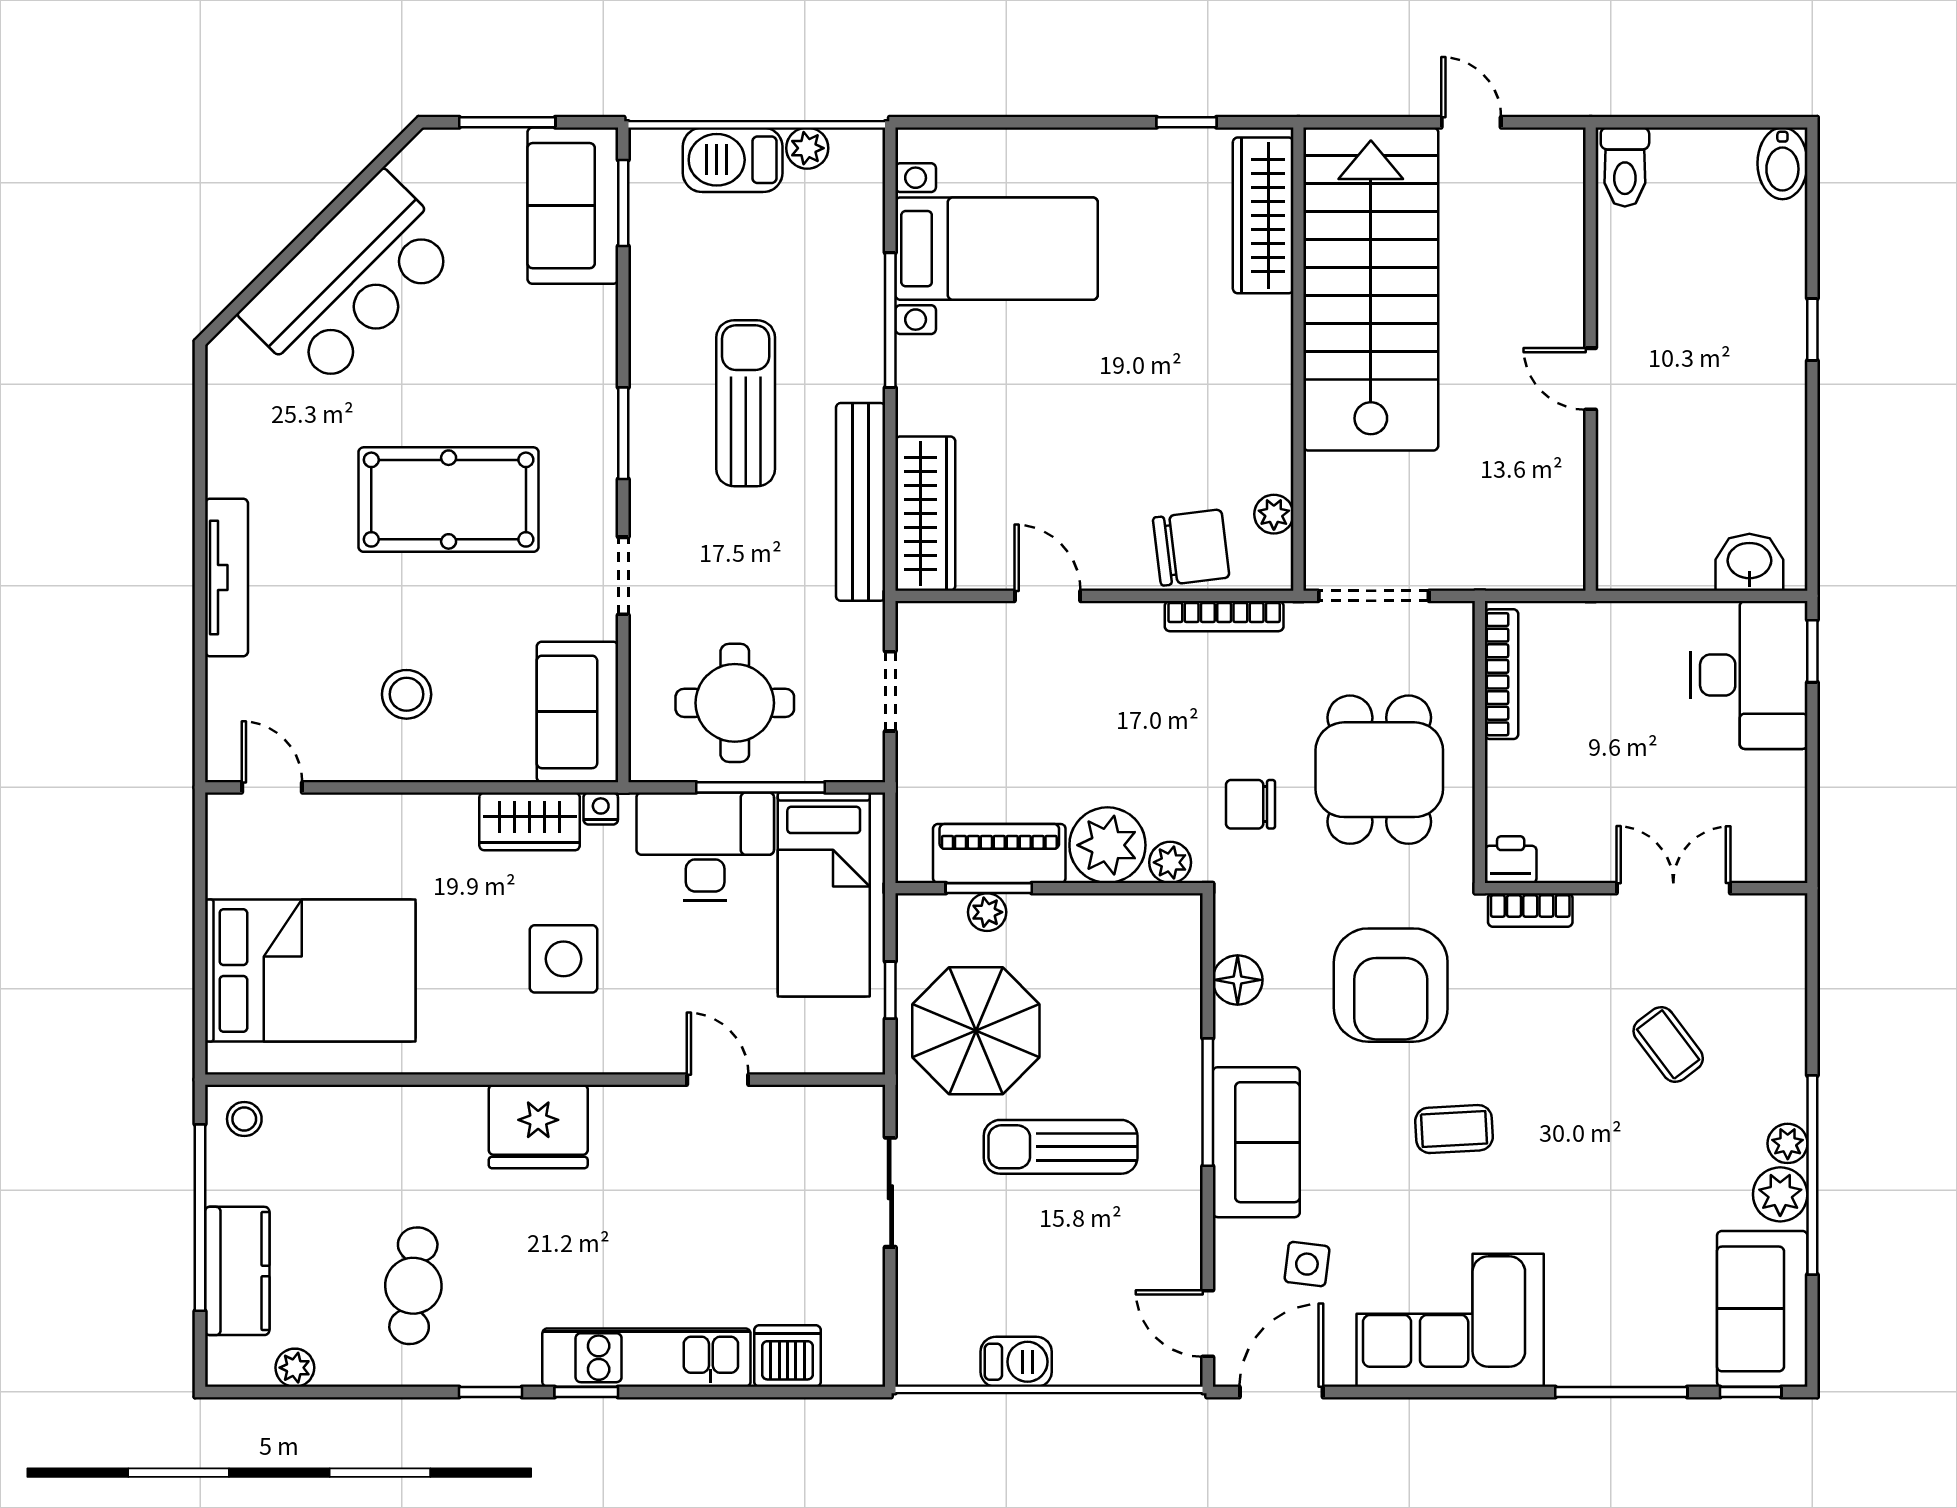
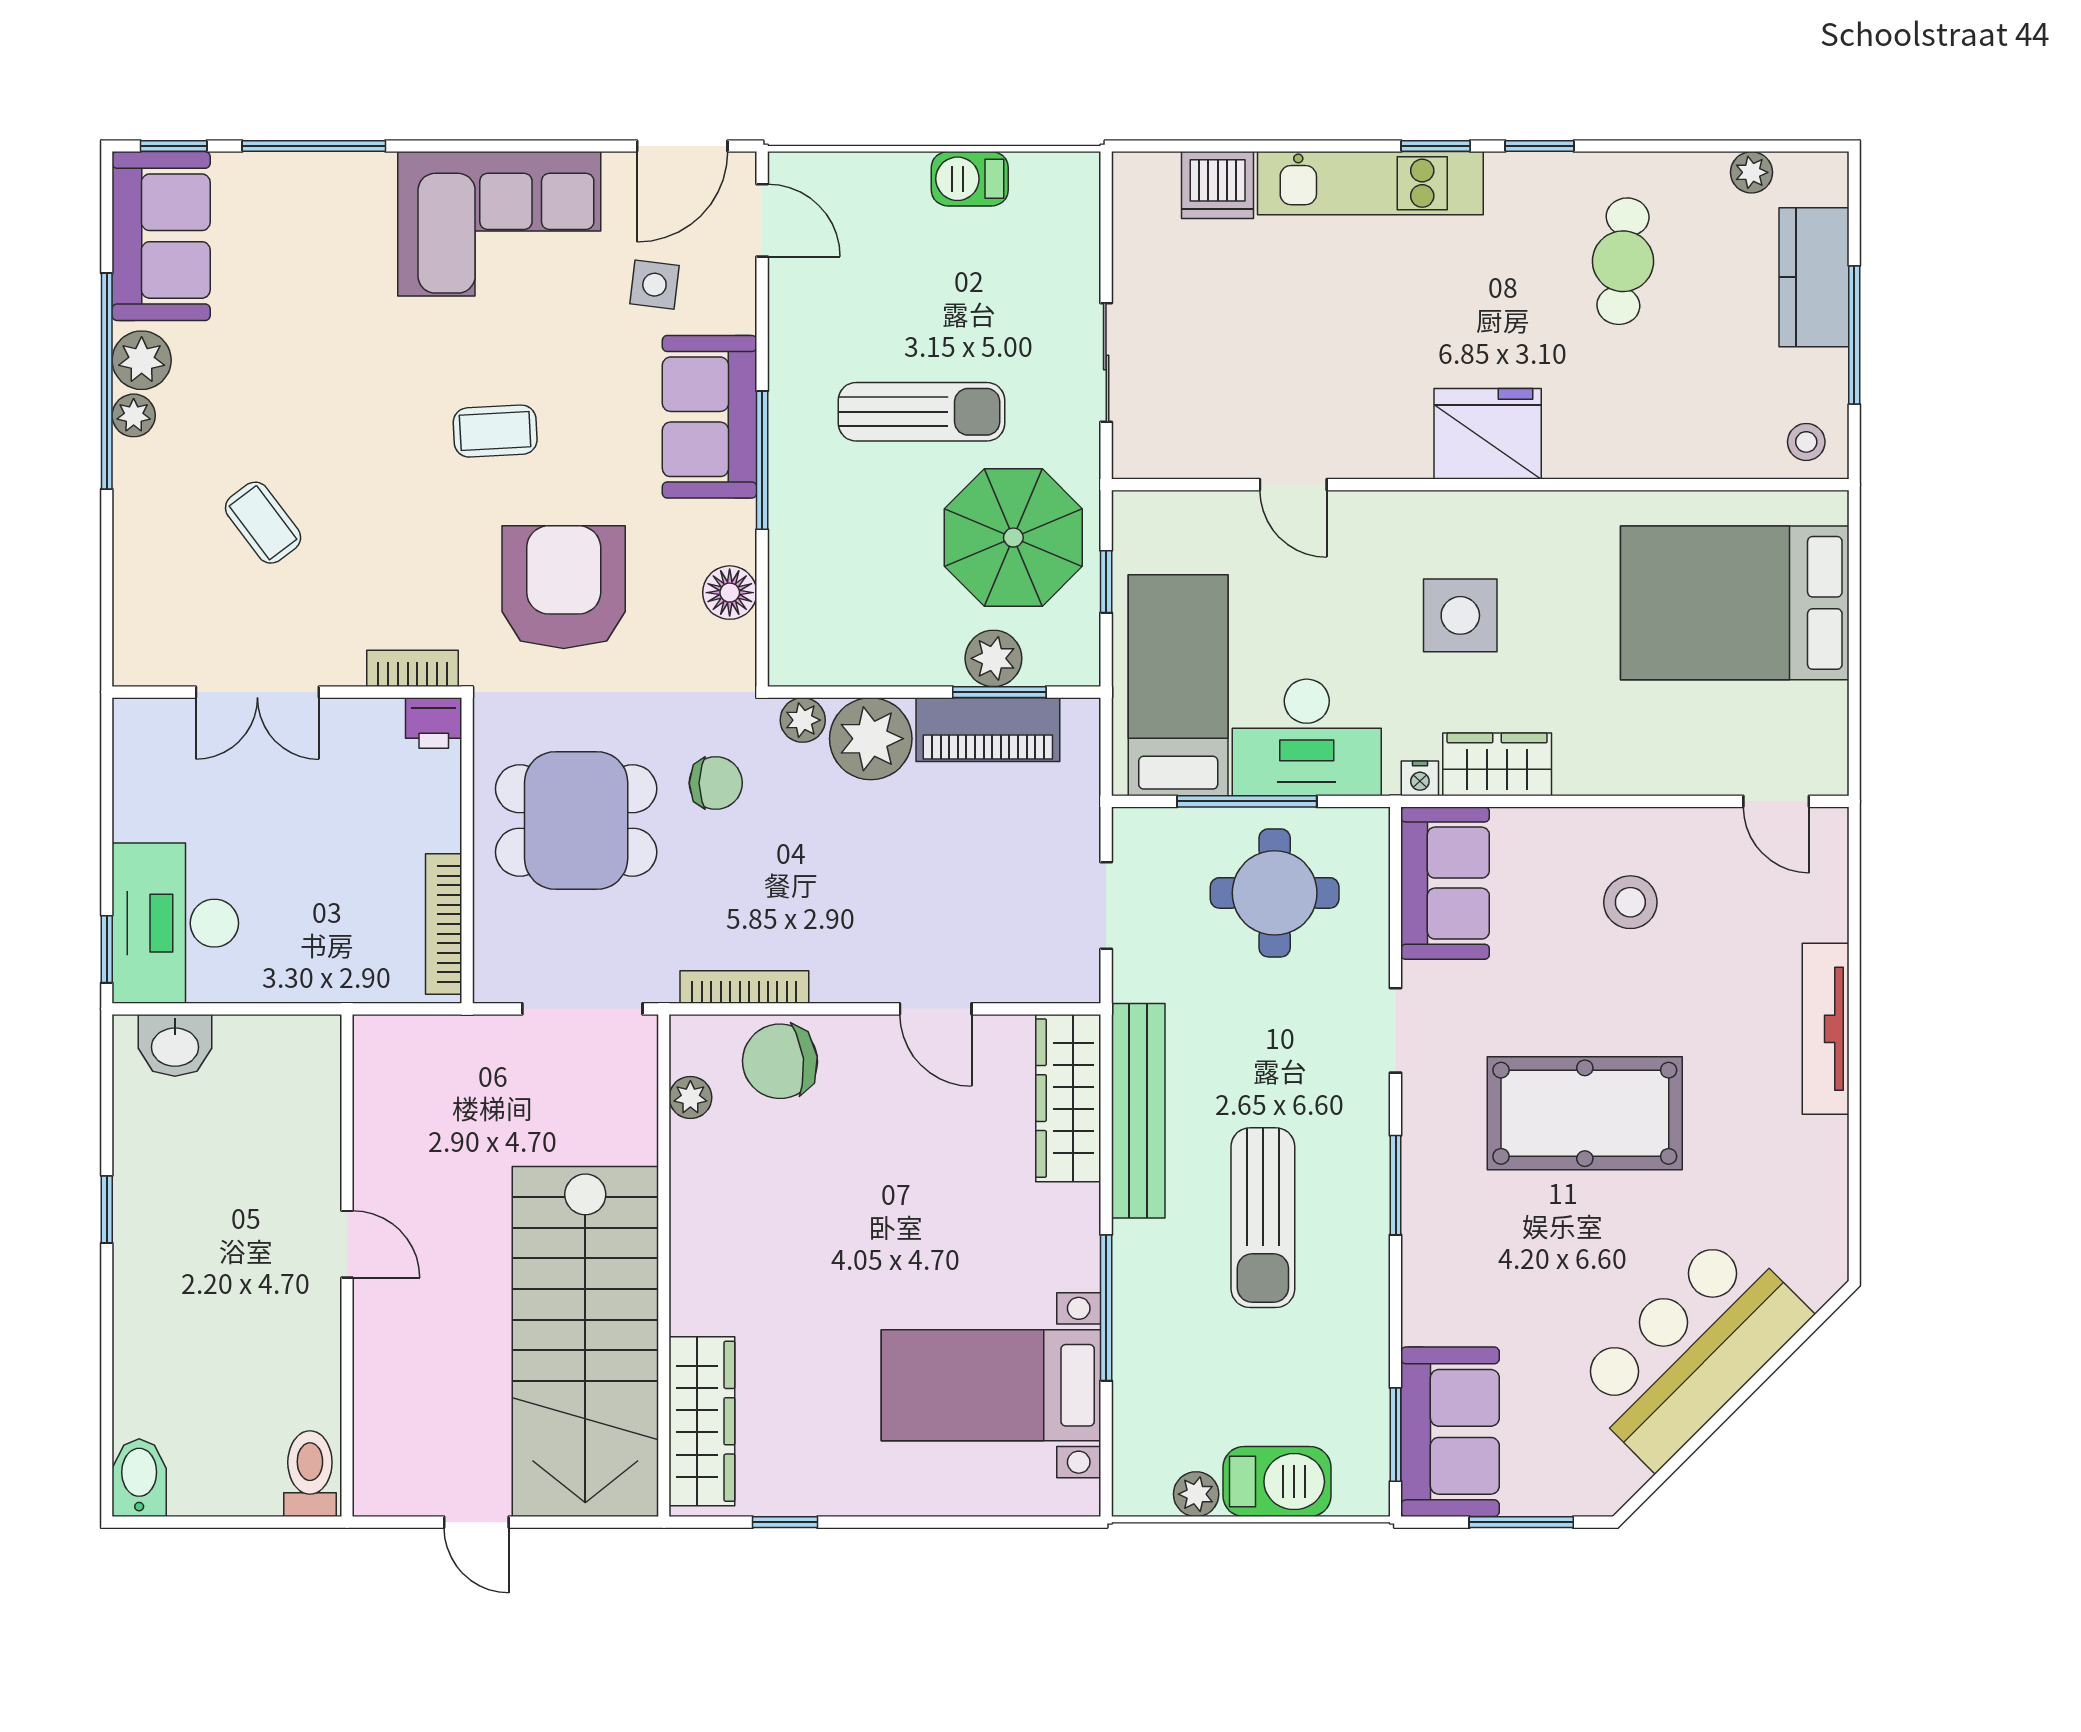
window: (1812, 330) -> (107, 1209), moved
dining table: (1379, 770) -> (576, 820), turned 90
plant: (987, 912) -> (993, 658), width x1.38, depth x1.38
window: (200, 1218) -> (1854, 335), width x0.68

